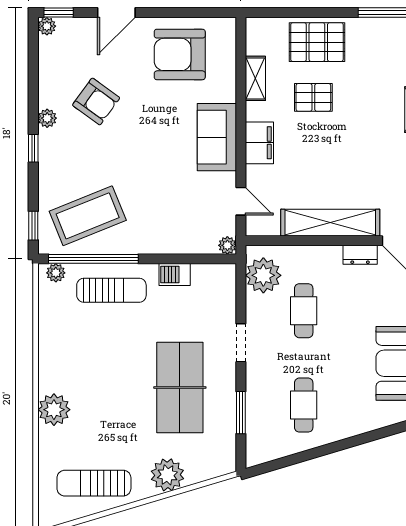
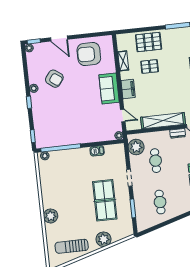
door: (116, 12) -> (59, 39), hinge flipped
coffee table: (88, 216) -> (56, 129), removed
sun lounger: (111, 290) -> (70, 161), removed

